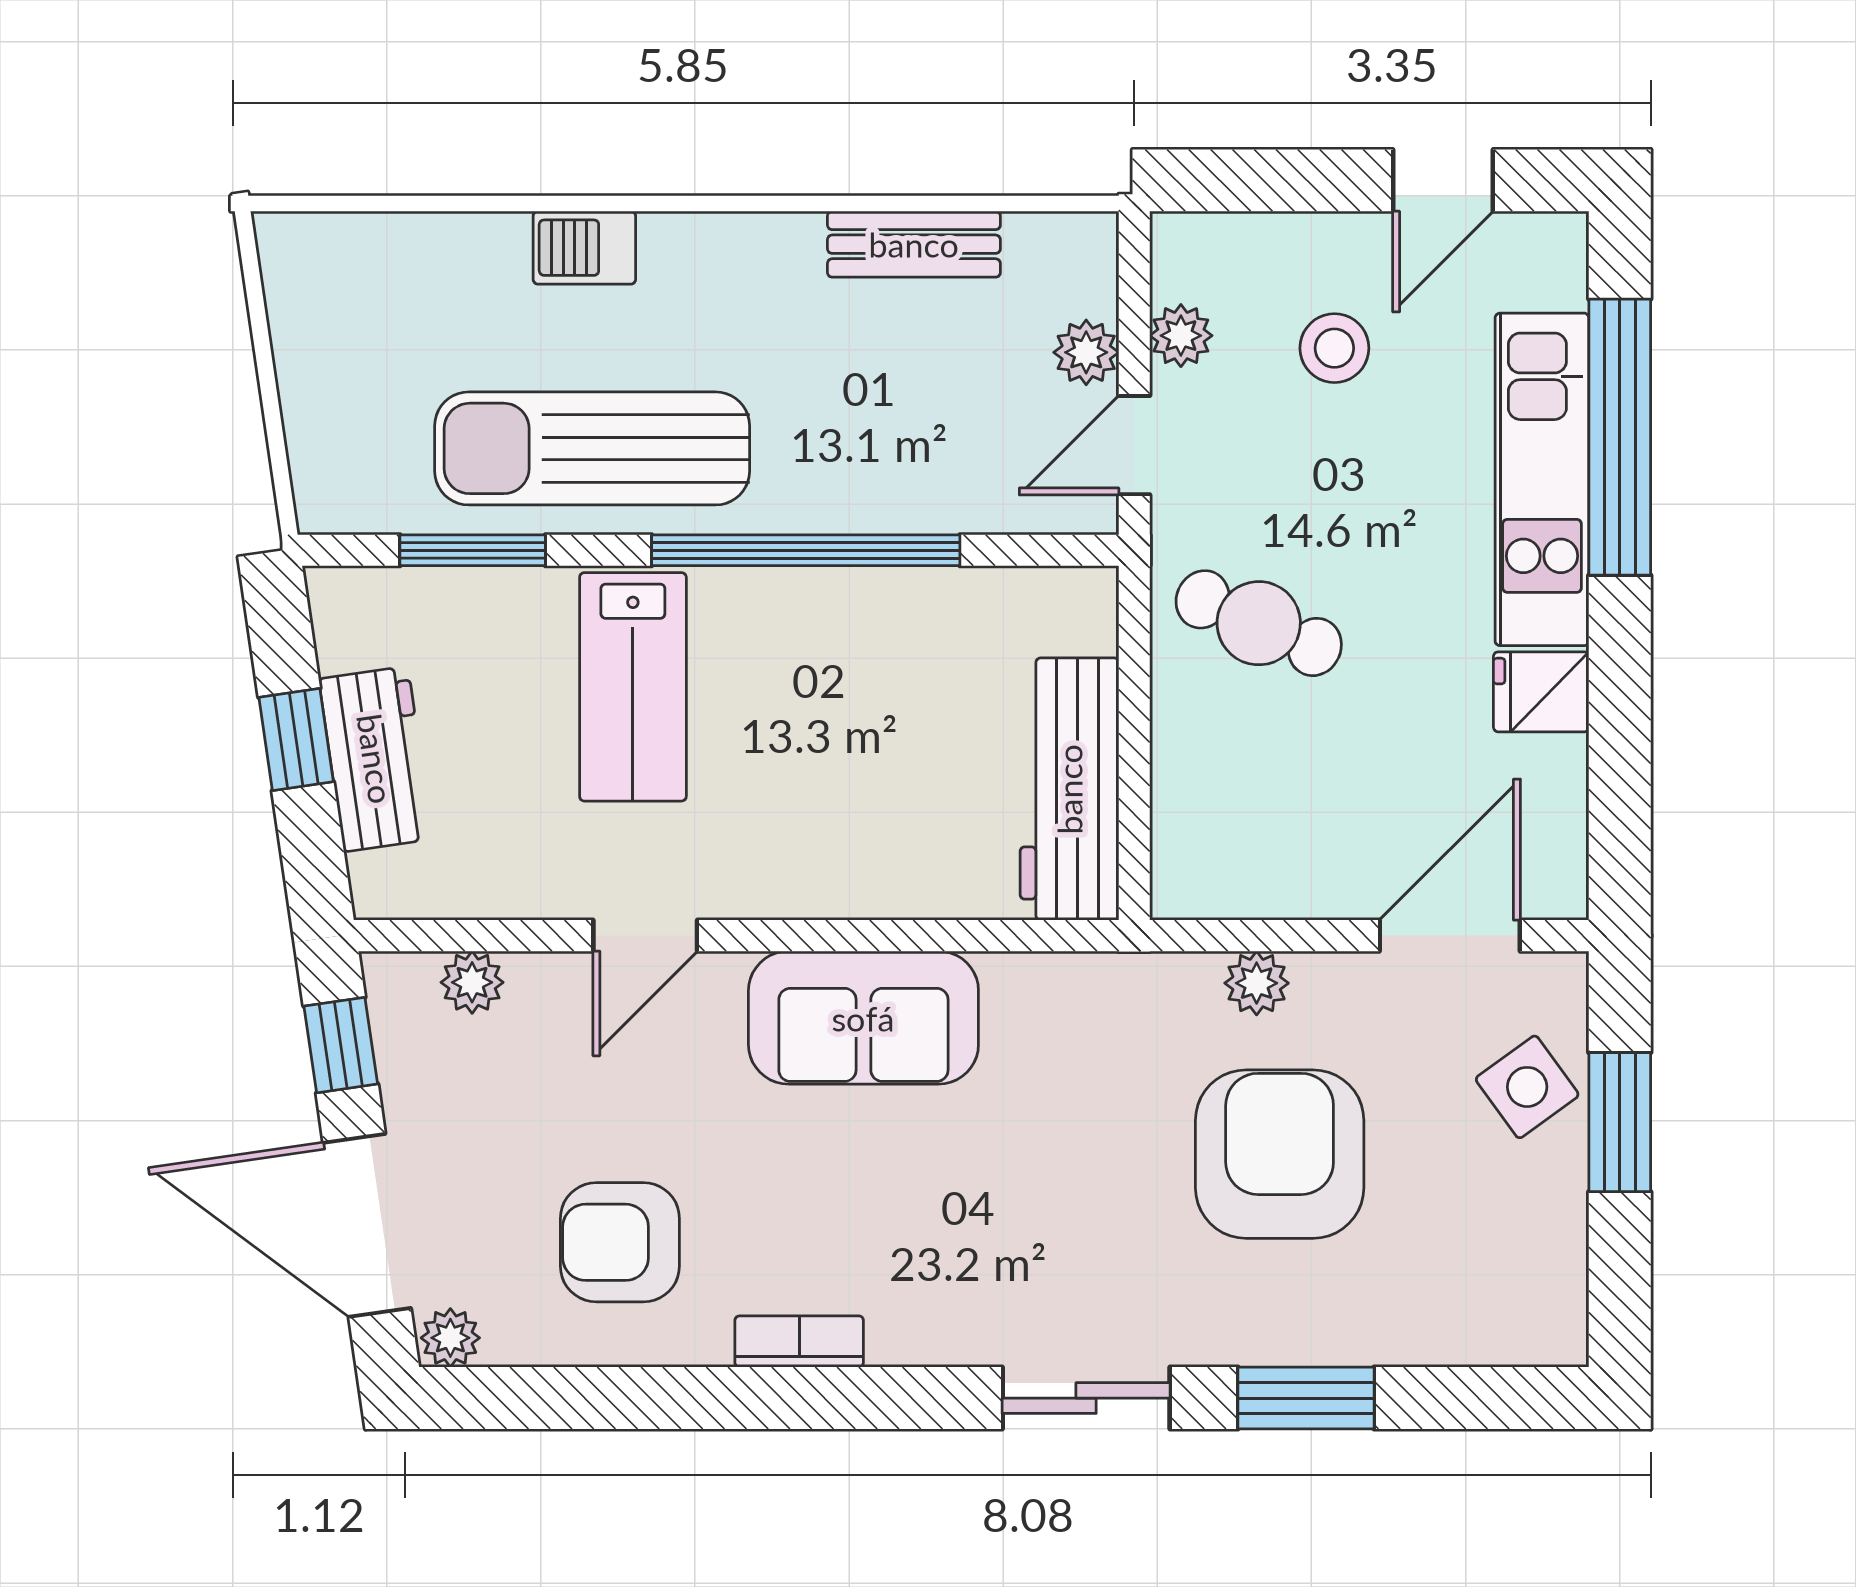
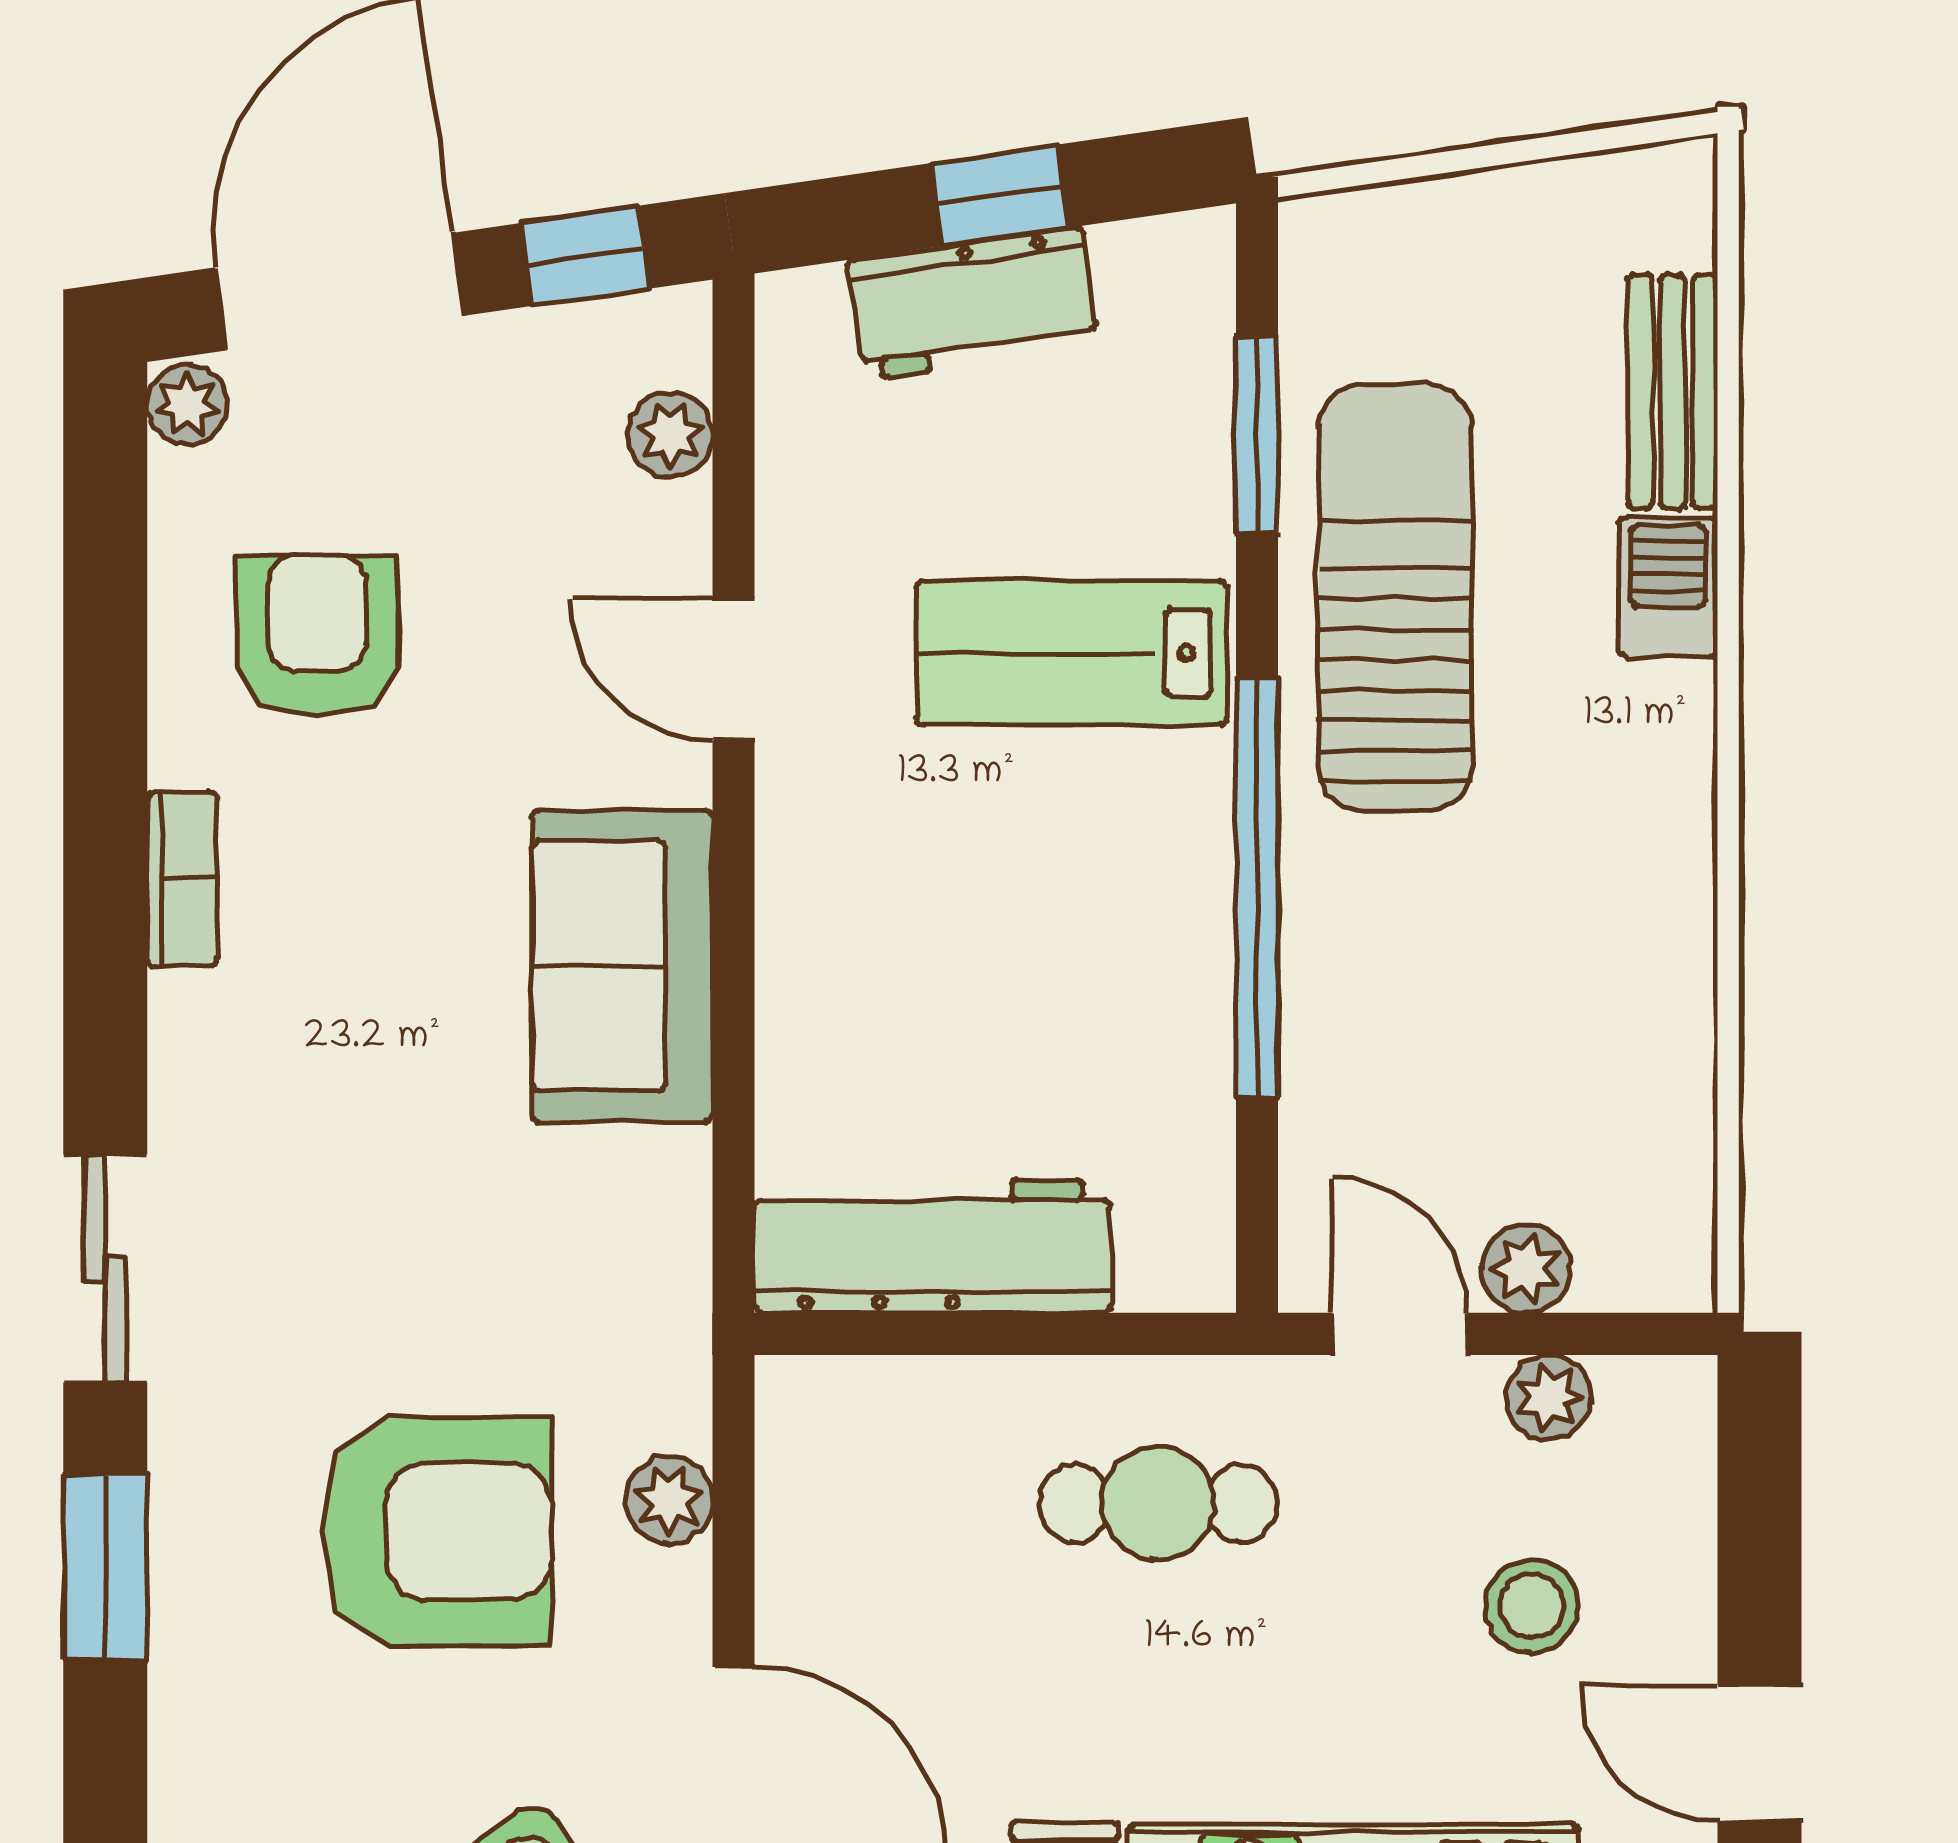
bench: (914, 244) -> (1673, 391), moved
cafe table: (1259, 623) -> (1158, 1503), turned 67

